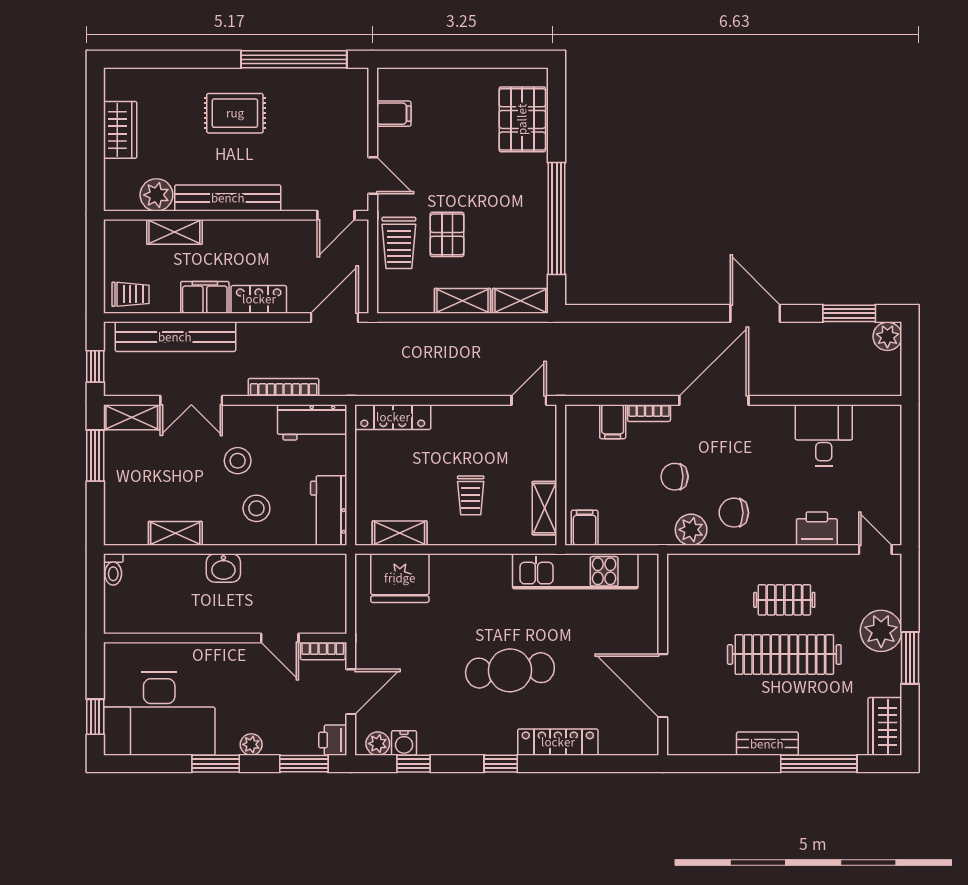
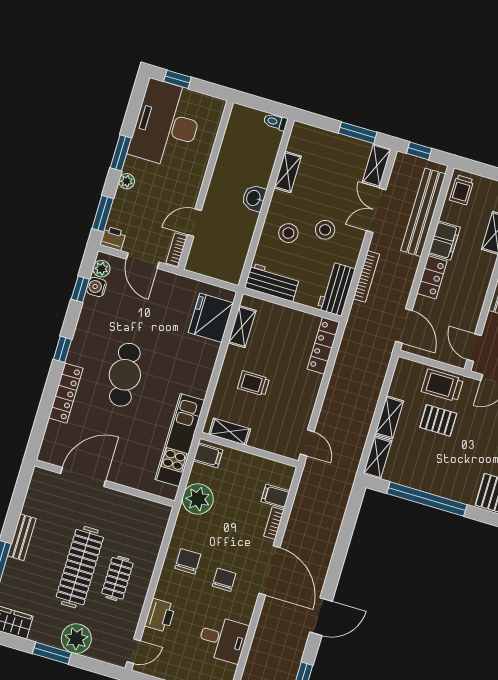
chair: (675, 477) -> (224, 580), moved
plant: (691, 530) -> (198, 499), moved, width x1.36, depth x1.36

